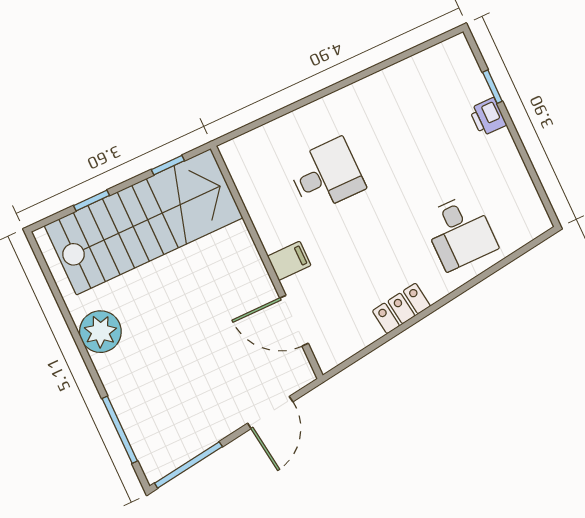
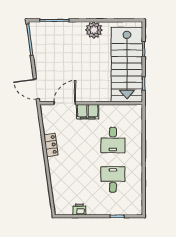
printer: (488, 117) -> (79, 209), moved
desk: (460, 232) -> (113, 179), moved, turned 90
filing cabinet: (289, 261) -> (88, 112), width x2.00
door: (270, 412) -> (36, 89), moved

